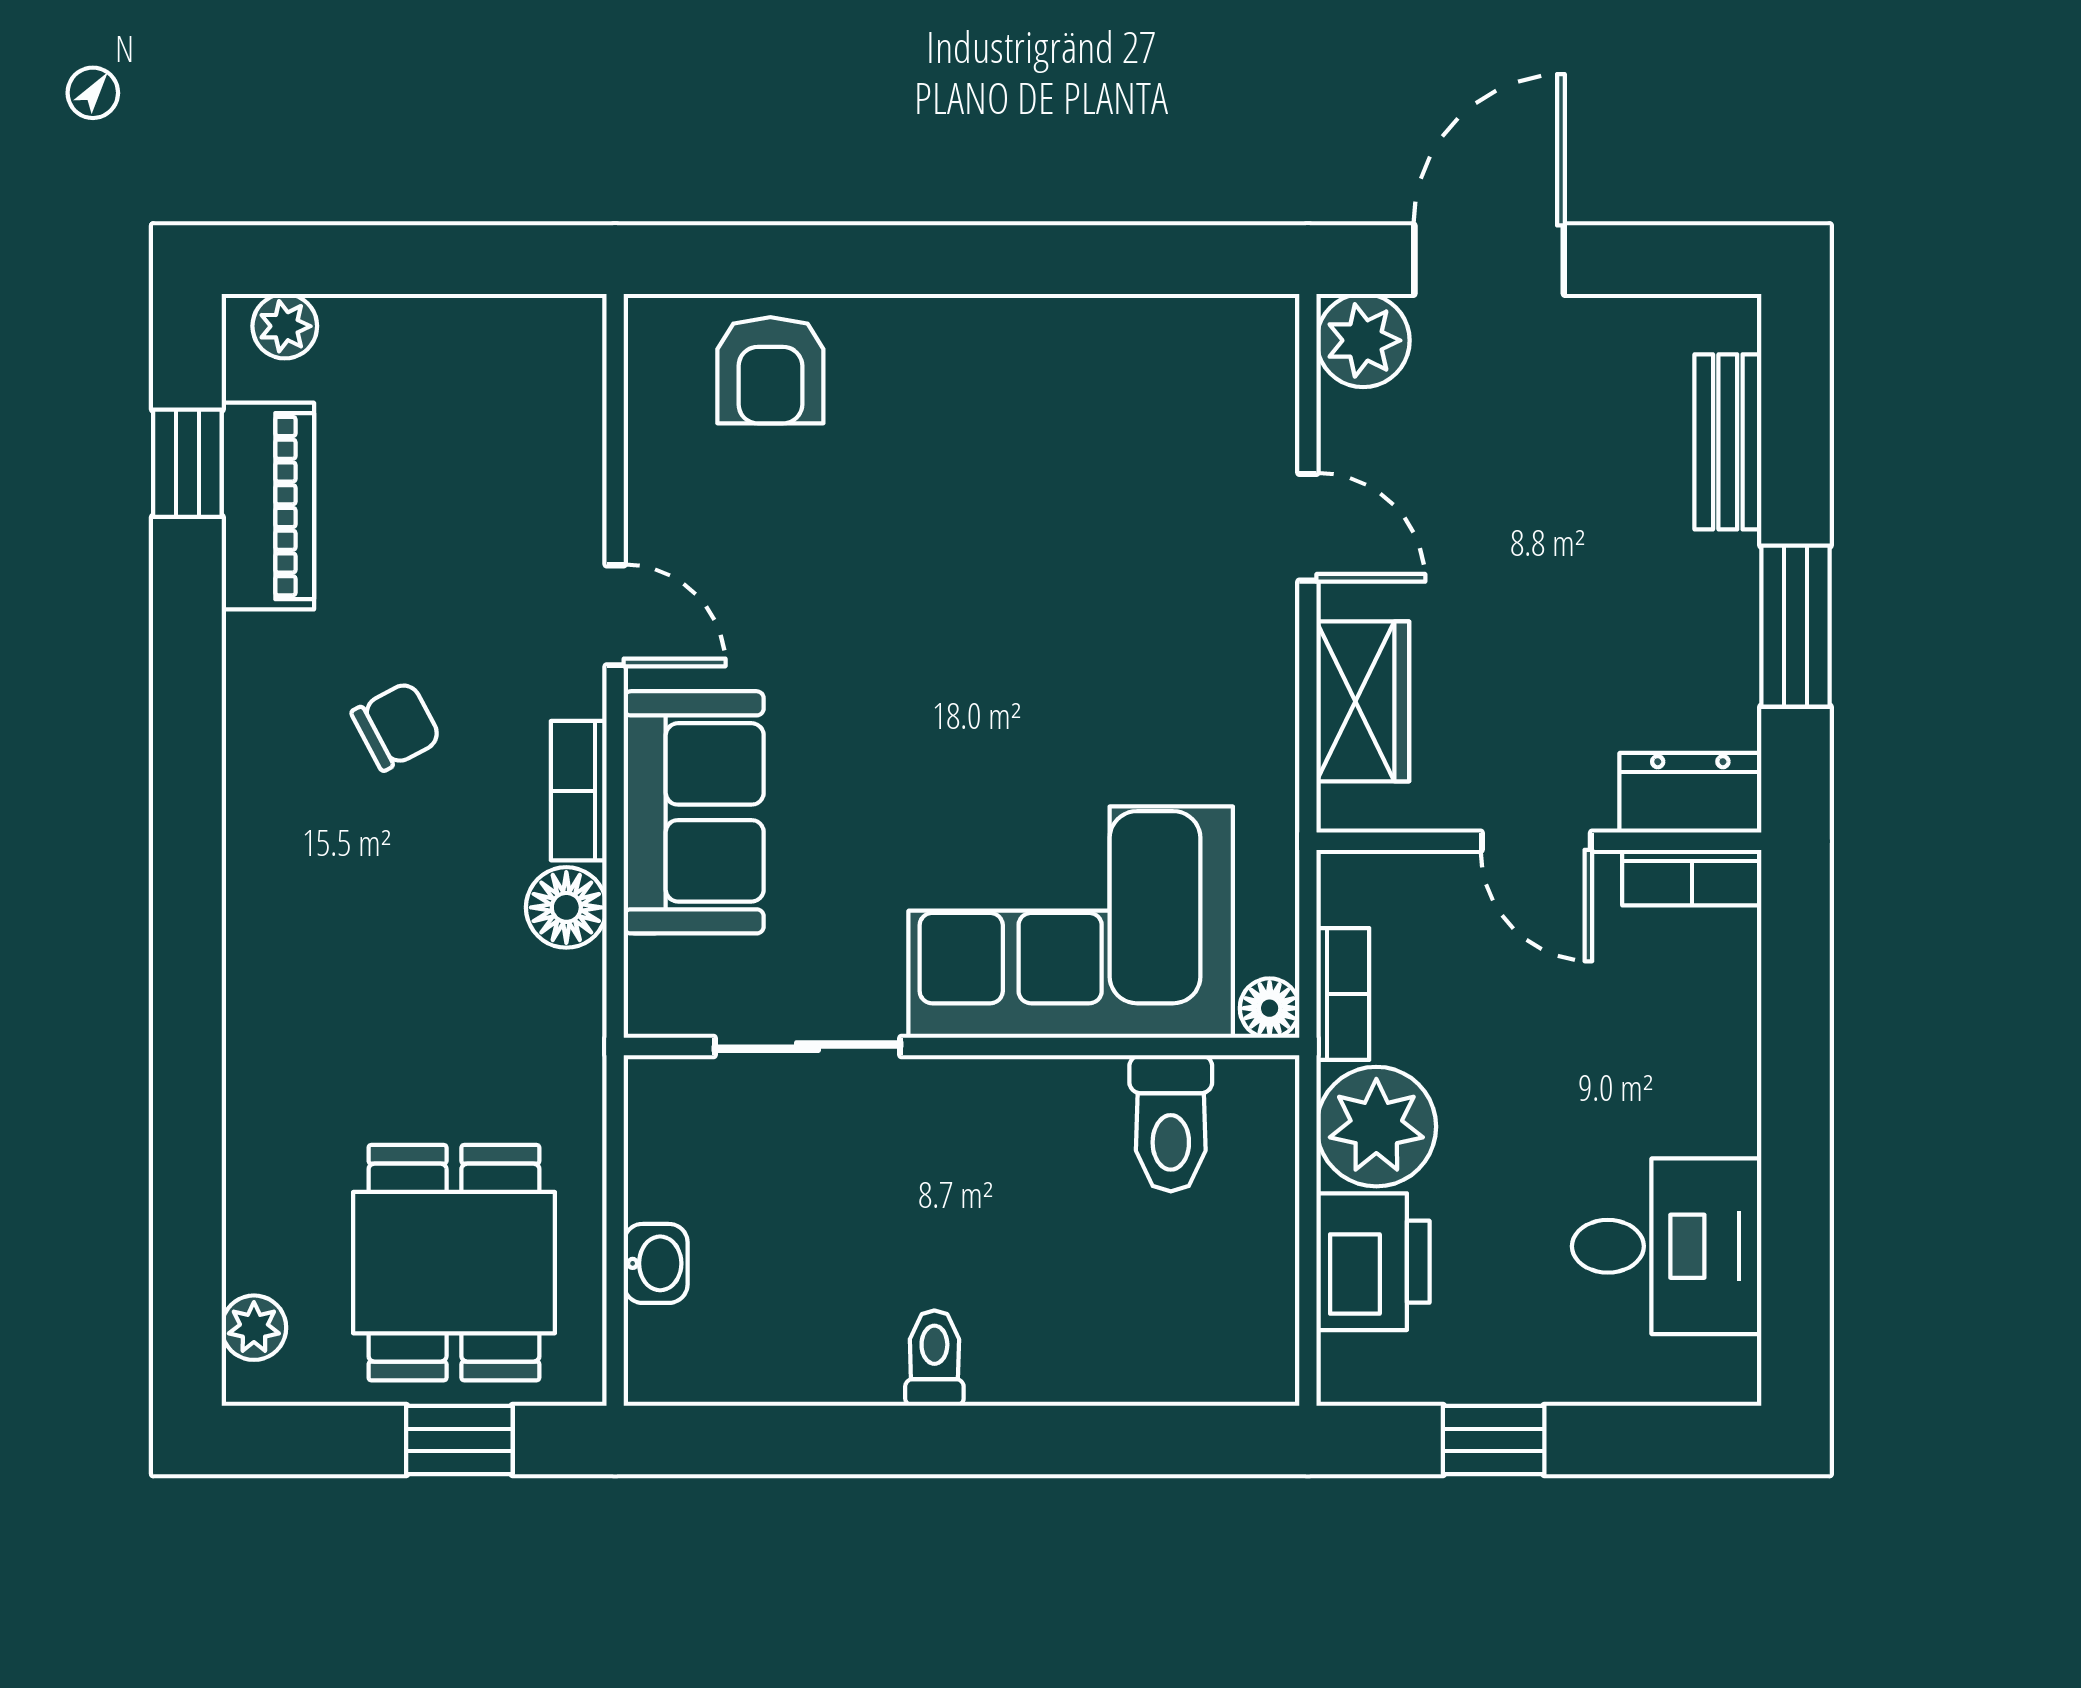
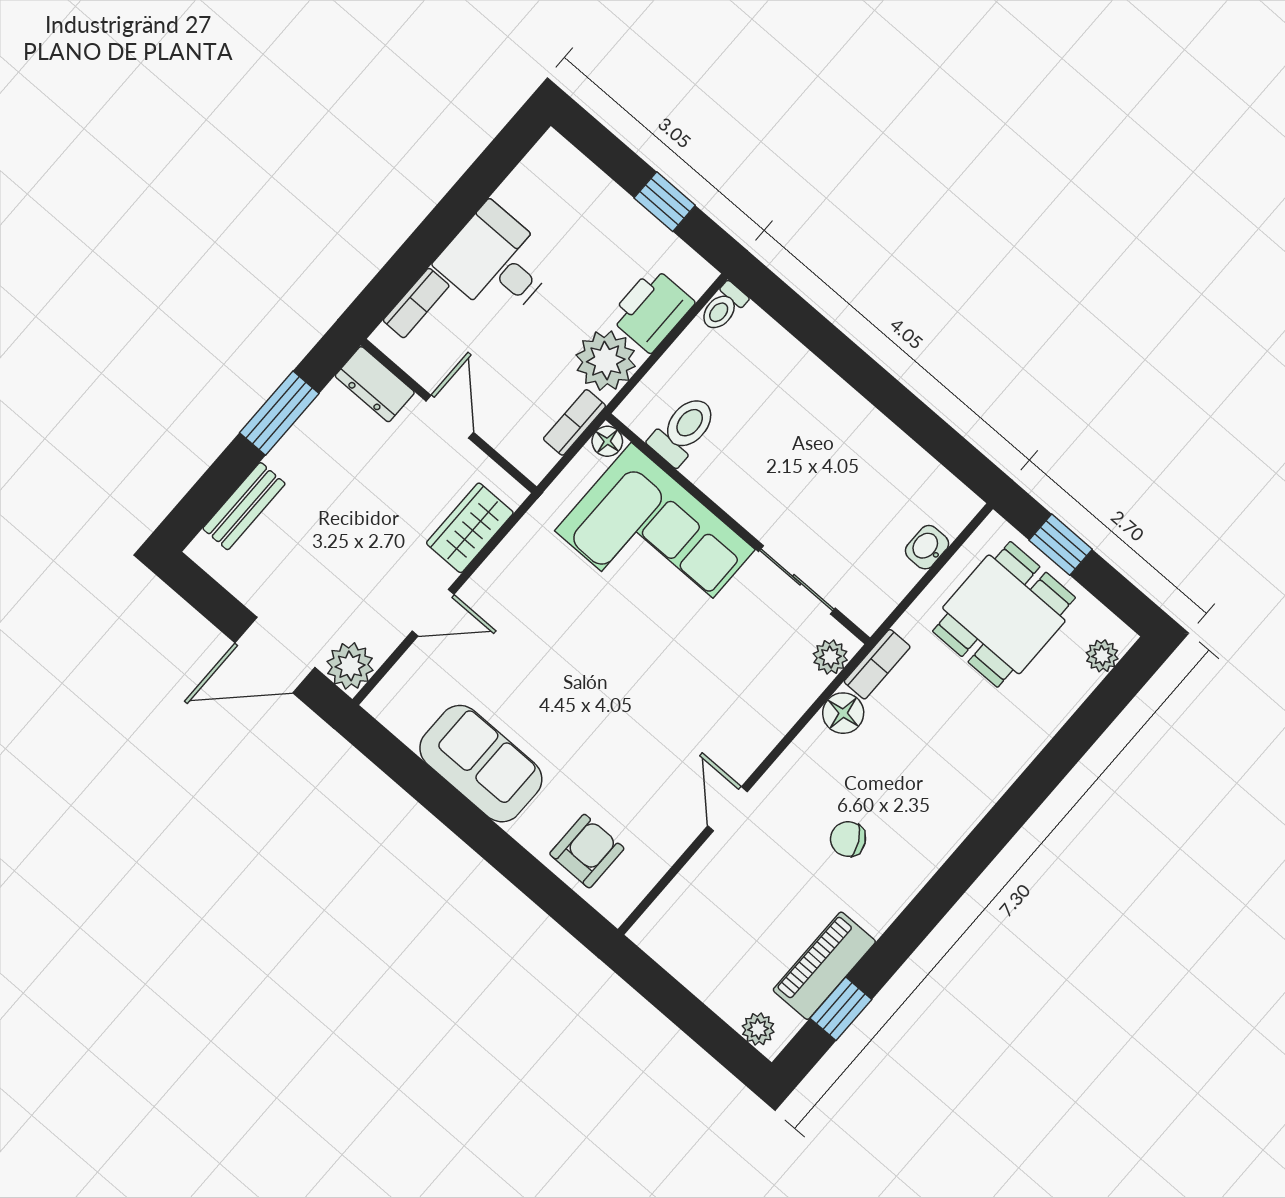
door: (1308, 527) -> (433, 613), swing flipped
bookcase: (579, 791) -> (877, 664), moved
sofa: (694, 812) -> (481, 764), moved, turned 90
bookcase: (1692, 878) -> (416, 303), moved, turned 90
plant: (658, 975) -> (830, 657), added
desk: (1667, 1246) -> (496, 262), moved
toilet: (934, 1358) -> (723, 307), moved

